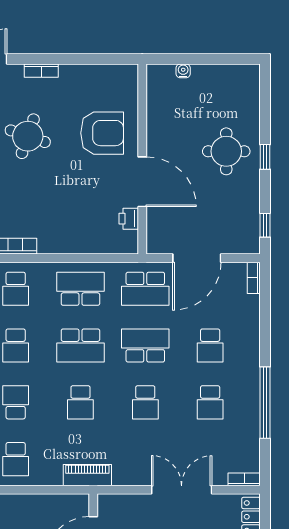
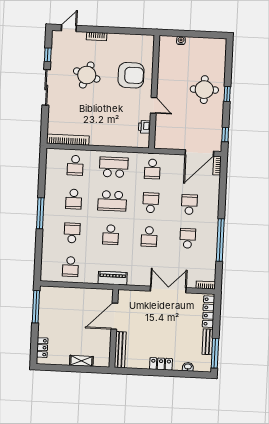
door: (142, 182) -> (154, 105), width x0.53
door: (197, 258) -> (199, 153), moved
school desk: (145, 289) -> (152, 169), width x0.54
school desk: (145, 346) -> (151, 203), width x0.54
school desk: (210, 346) -> (189, 205), turned 180
school desk: (210, 402) -> (188, 238), turned 180

